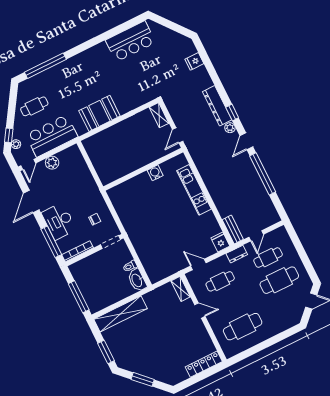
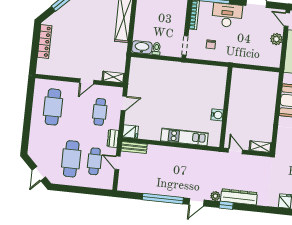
door: (246, 141) -> (196, 202), swing flipped
locker: (204, 364) -> (45, 41), moved

